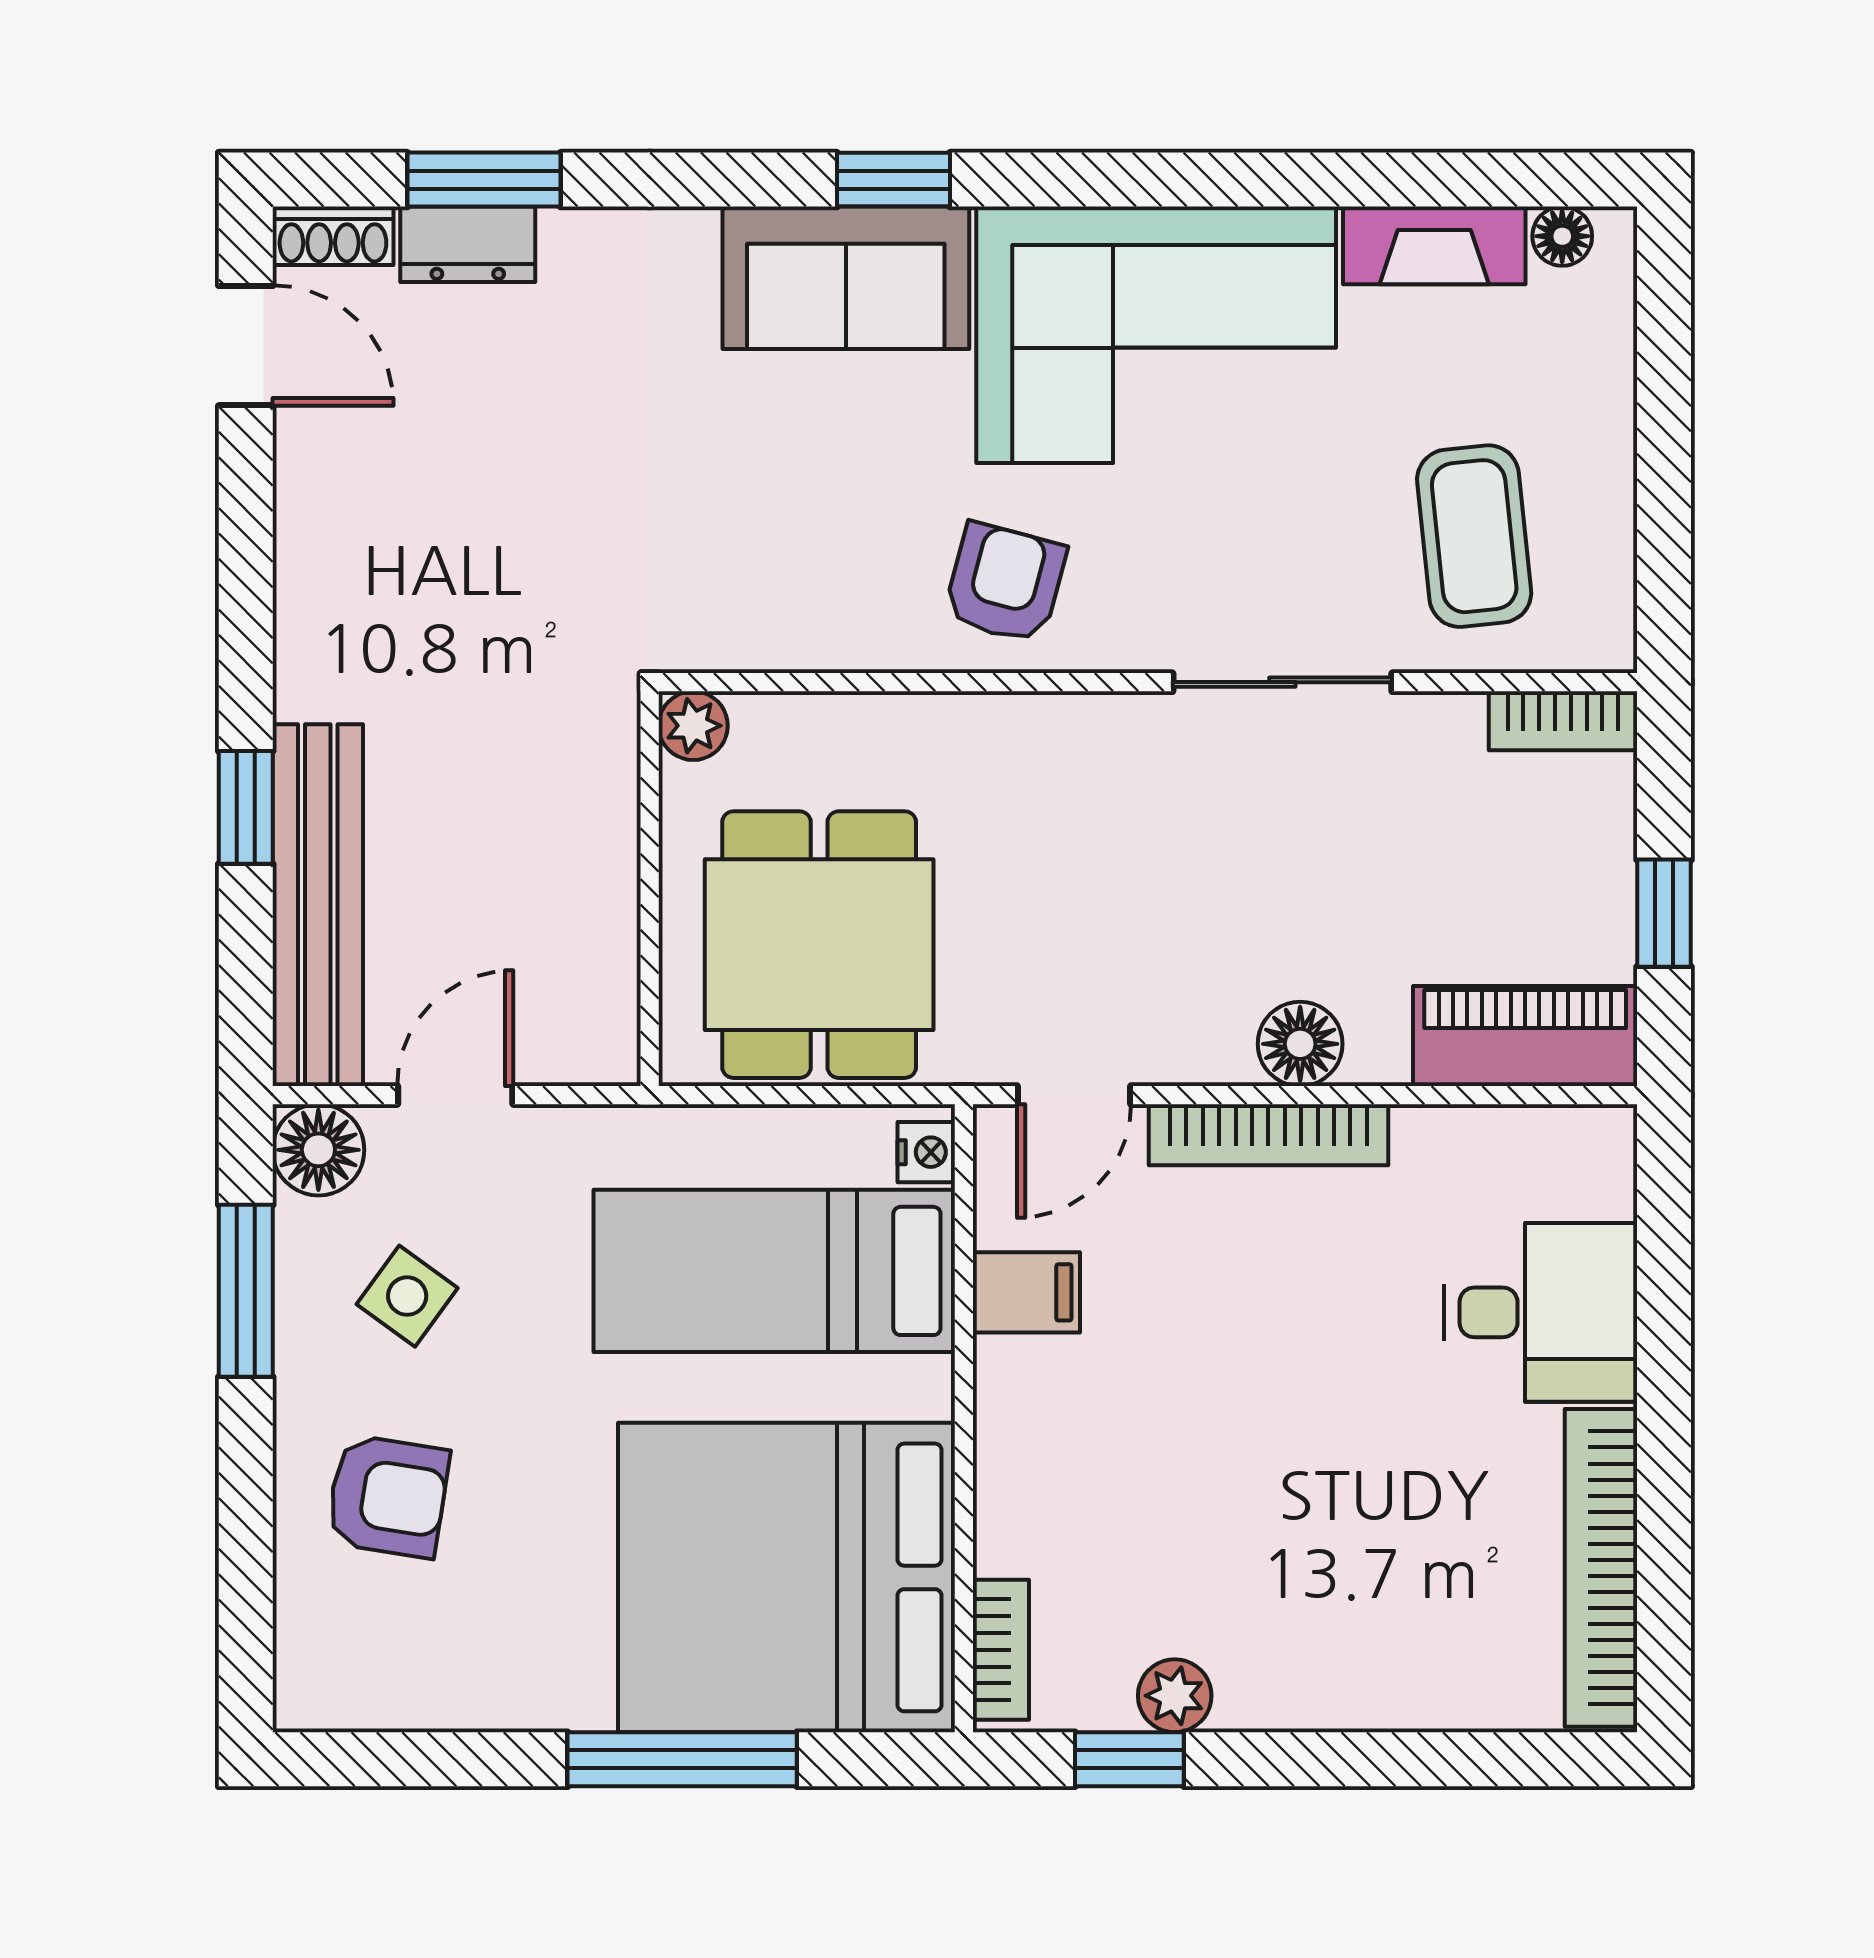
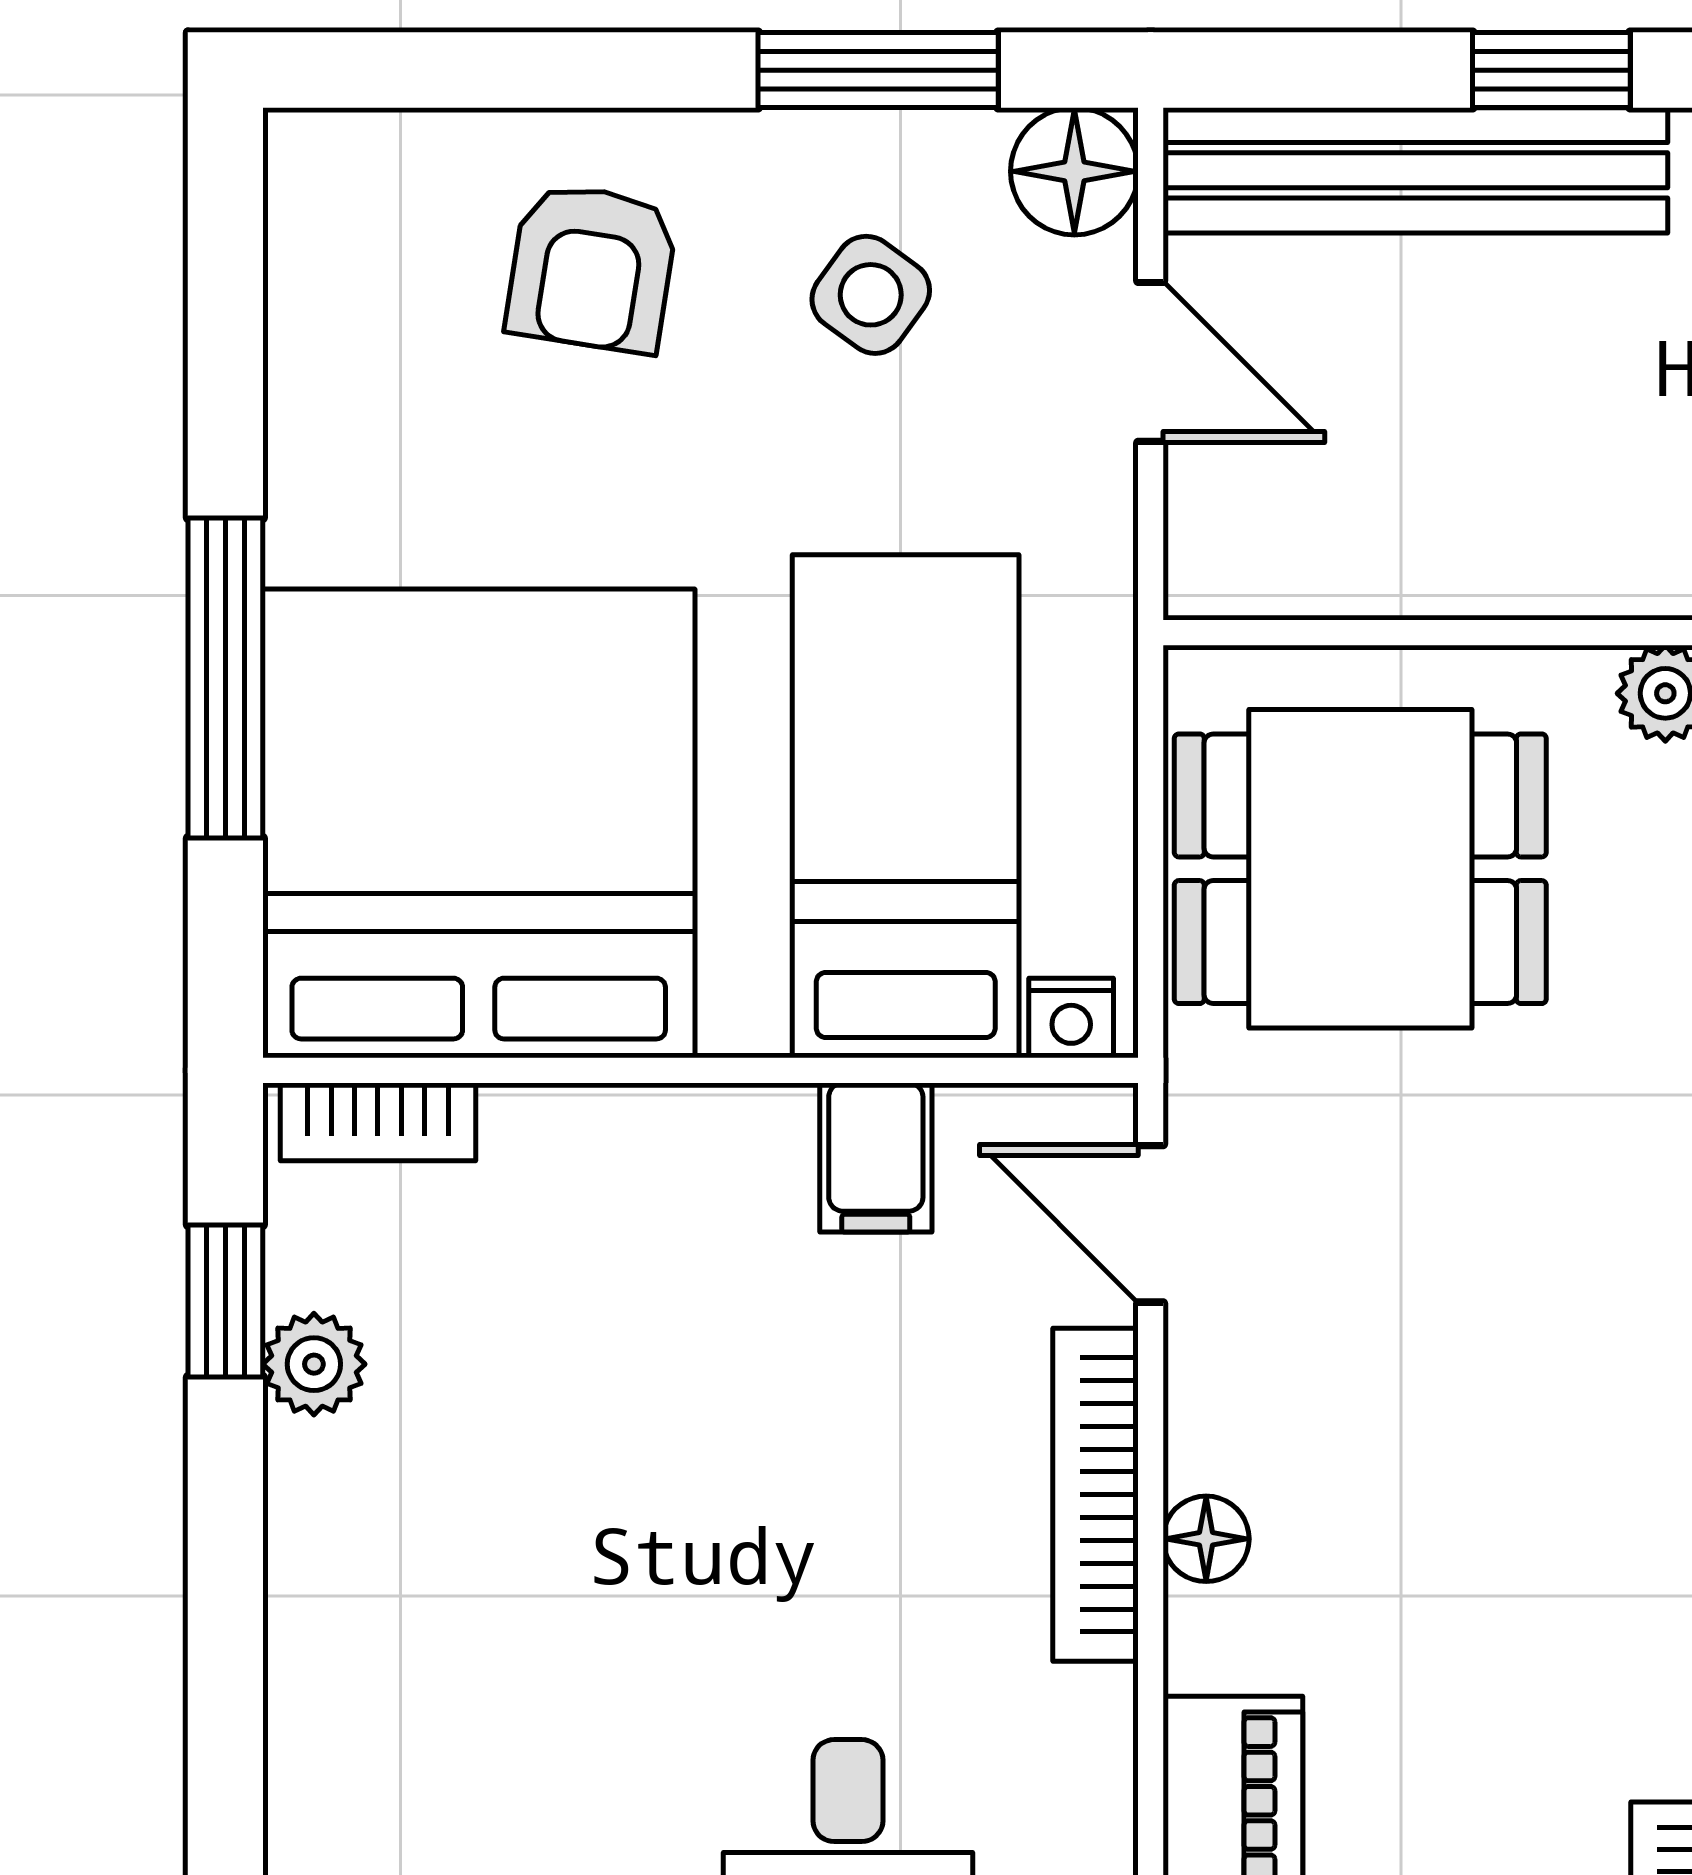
floor lamp: (1300, 1044) -> (1206, 1539), width x0.73, depth x0.73

